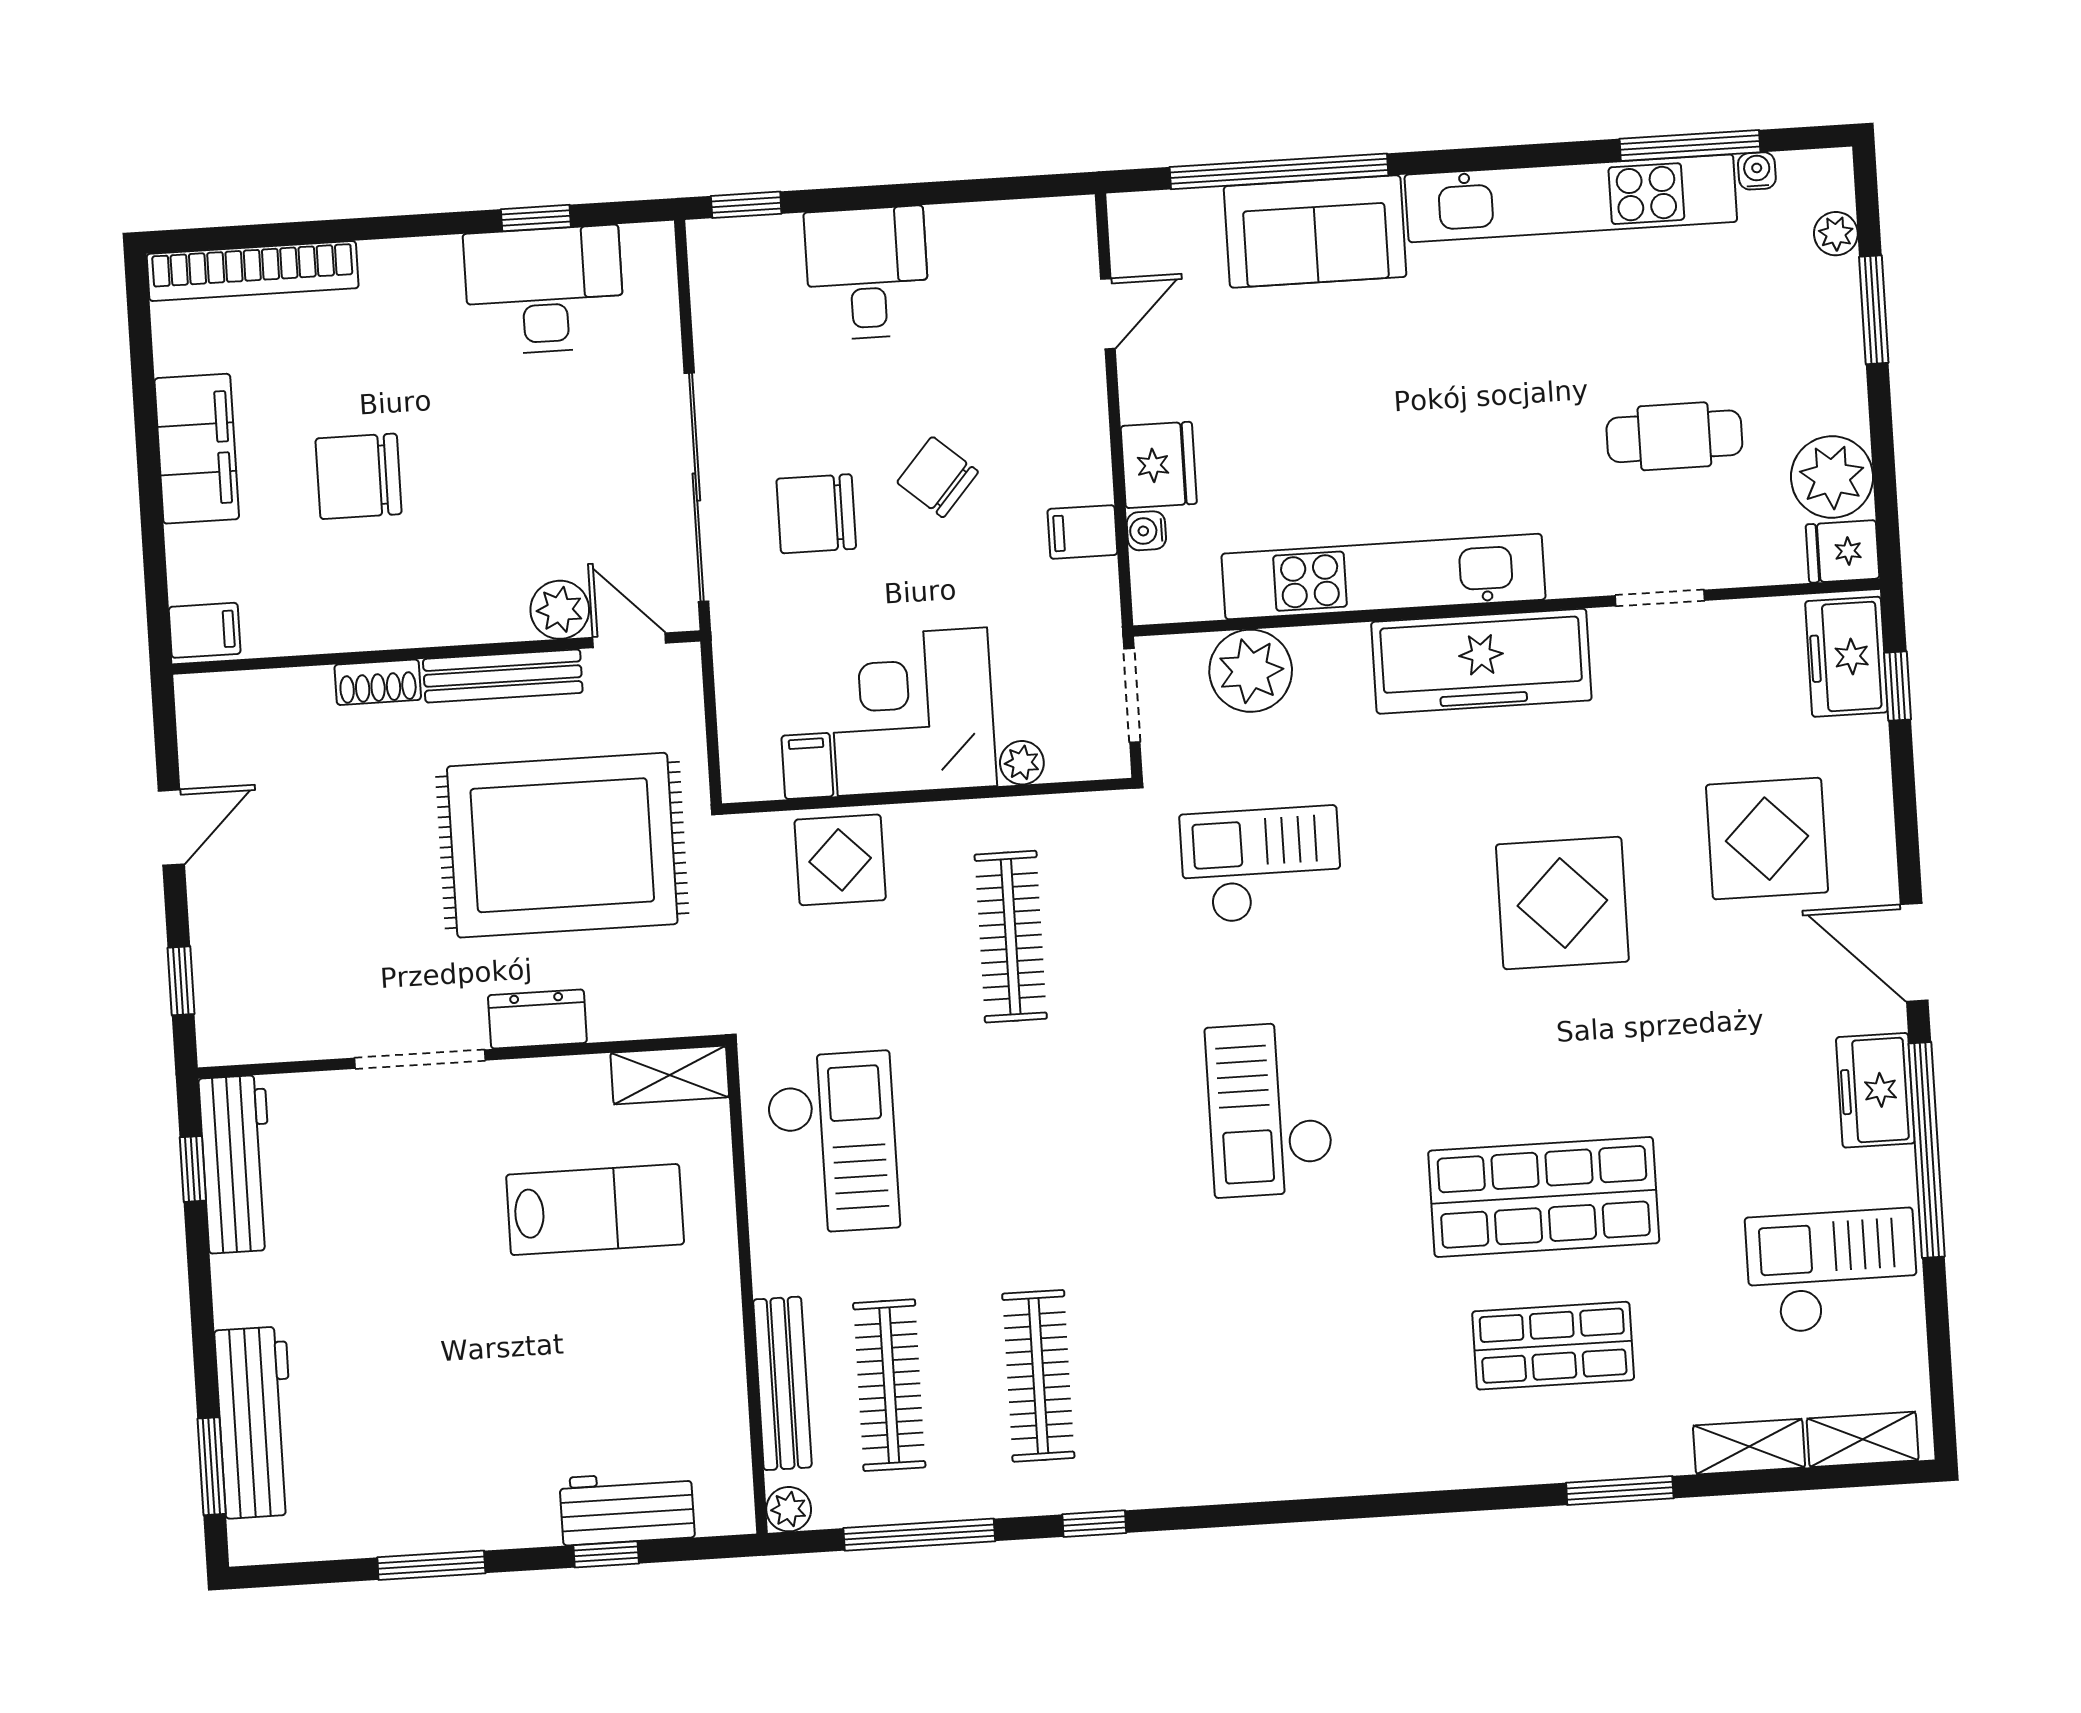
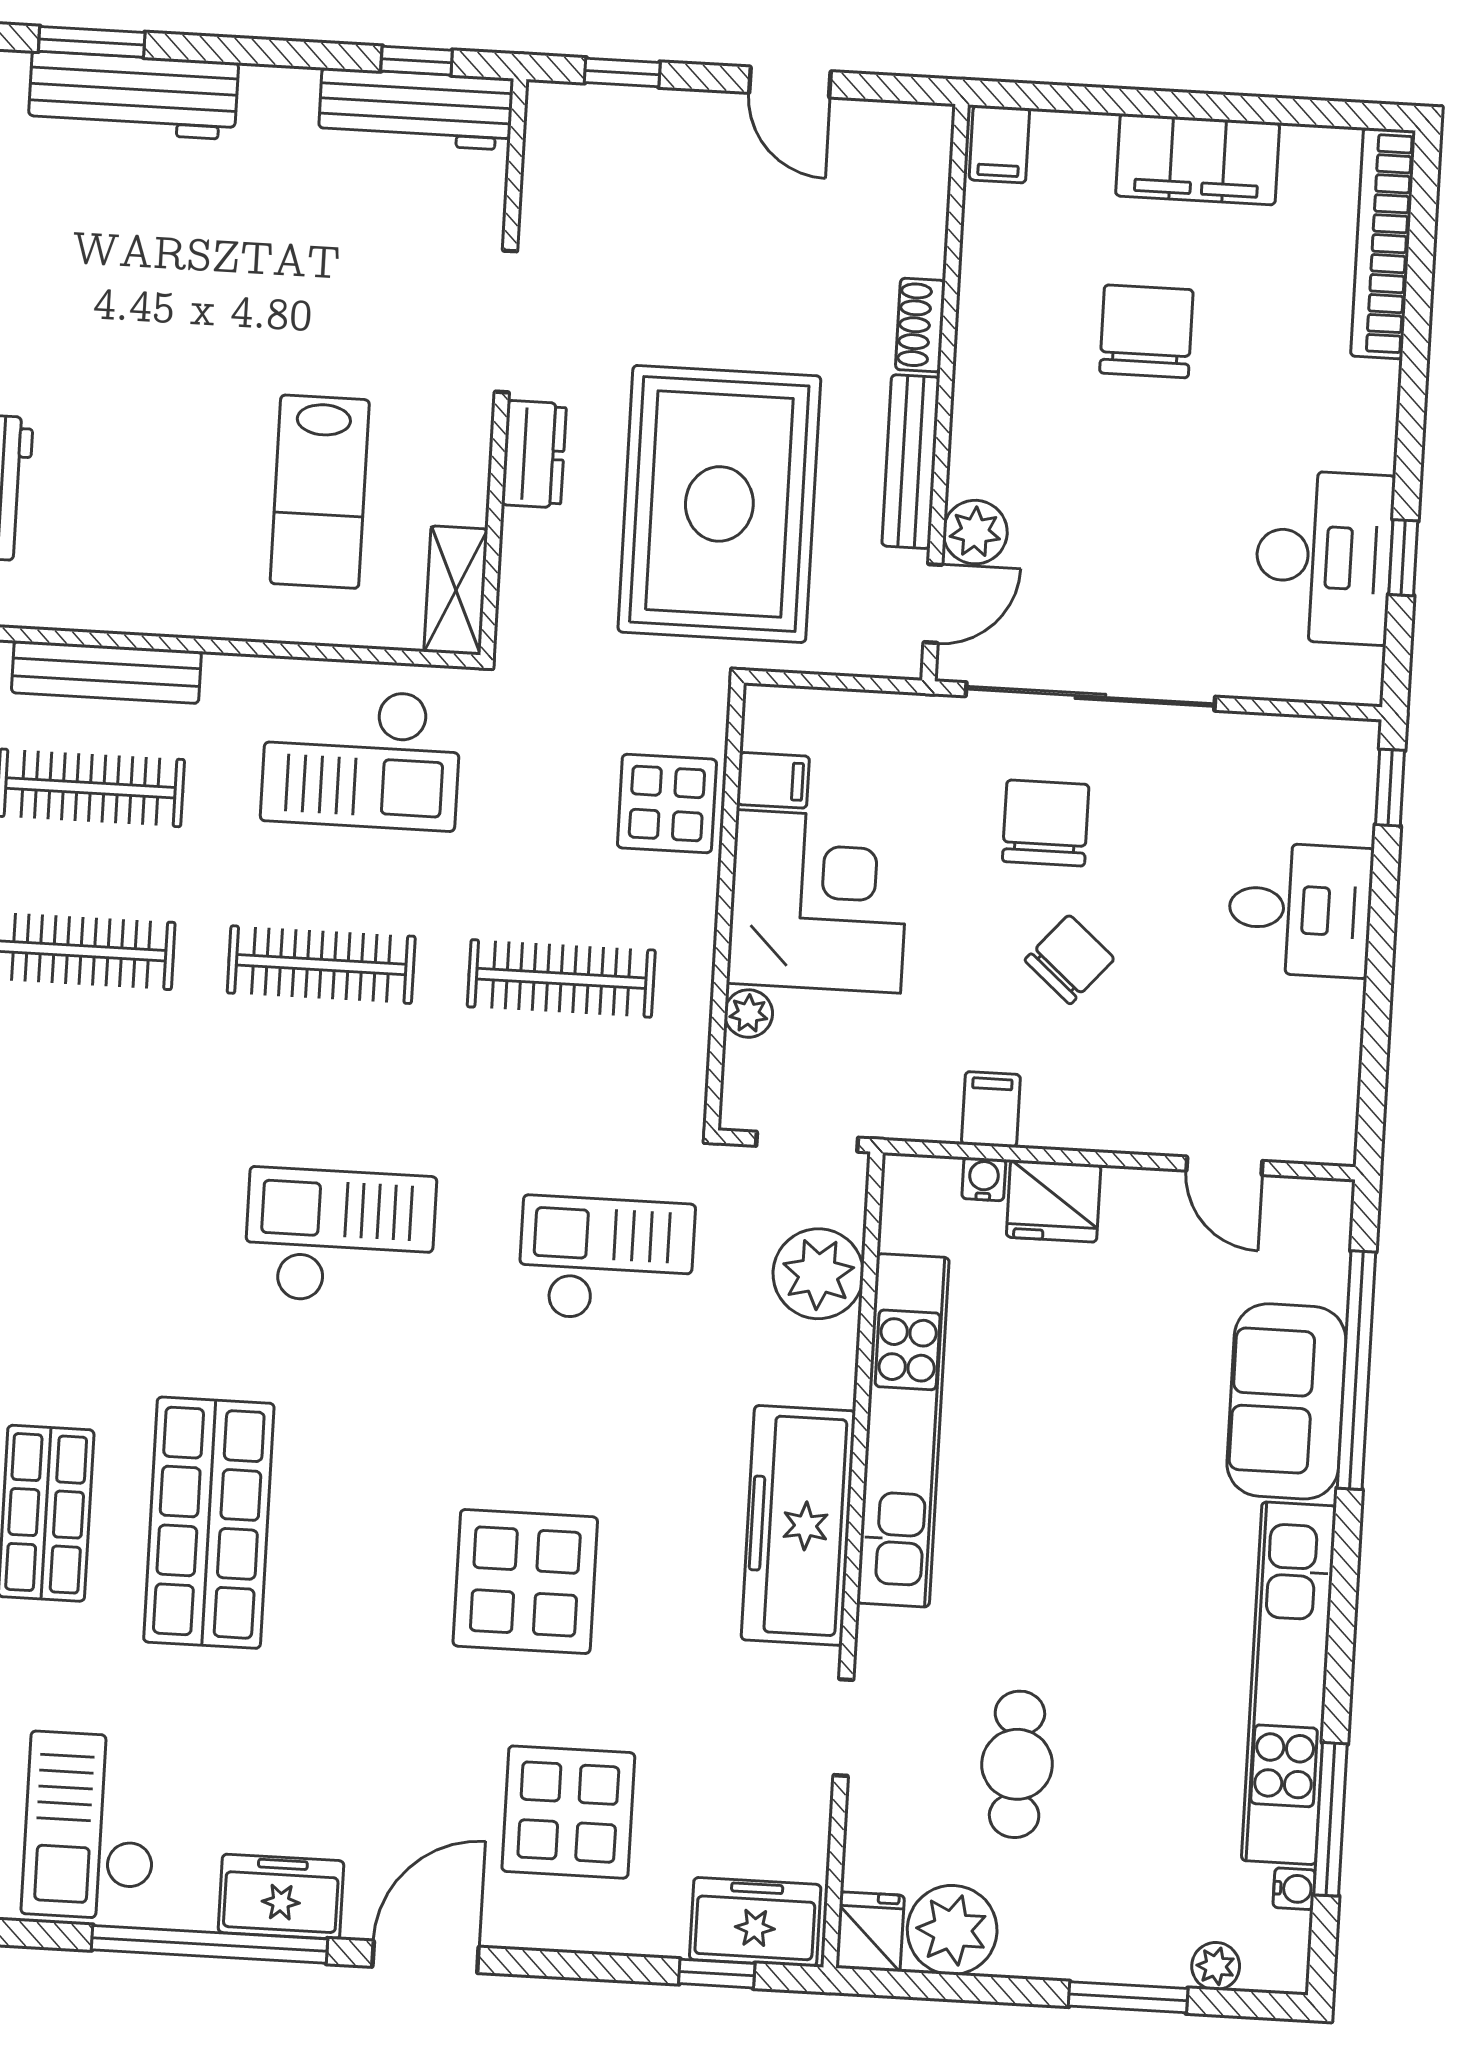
checkout: (1261, 865) -> (606, 1260), turned -90
clothes rail: (1024, 1156) -> (321, 965), added
checkout: (1832, 1271) -> (90, 1826), turned 180

